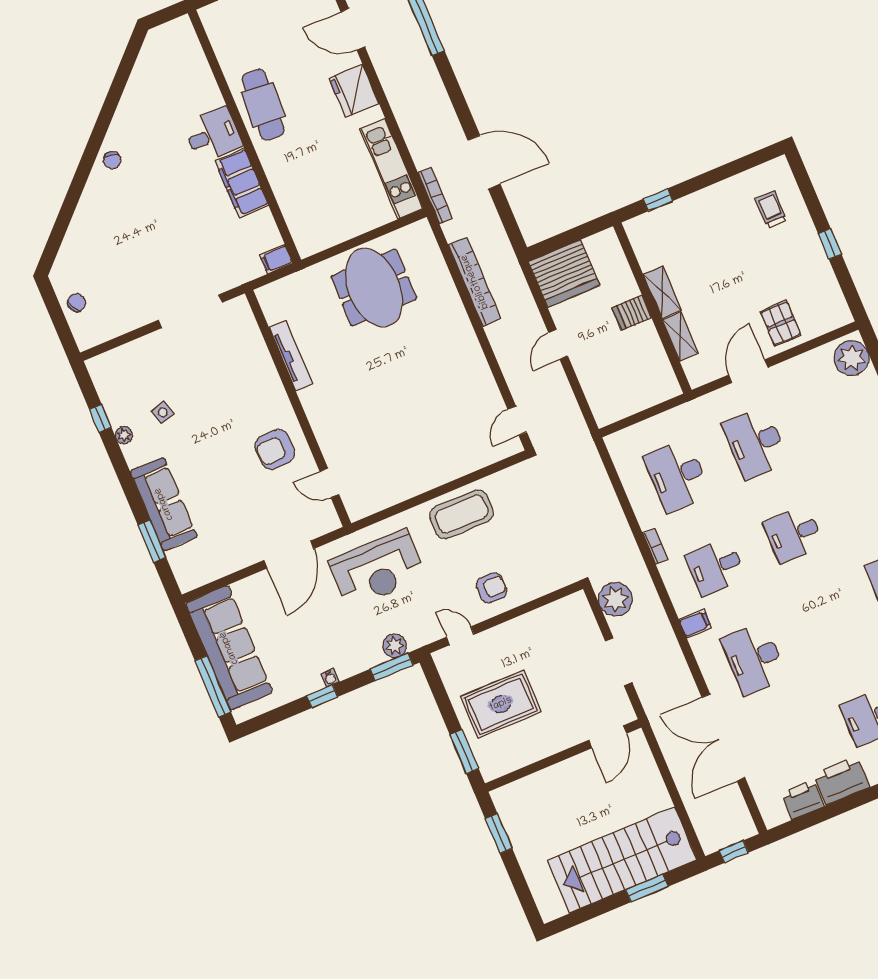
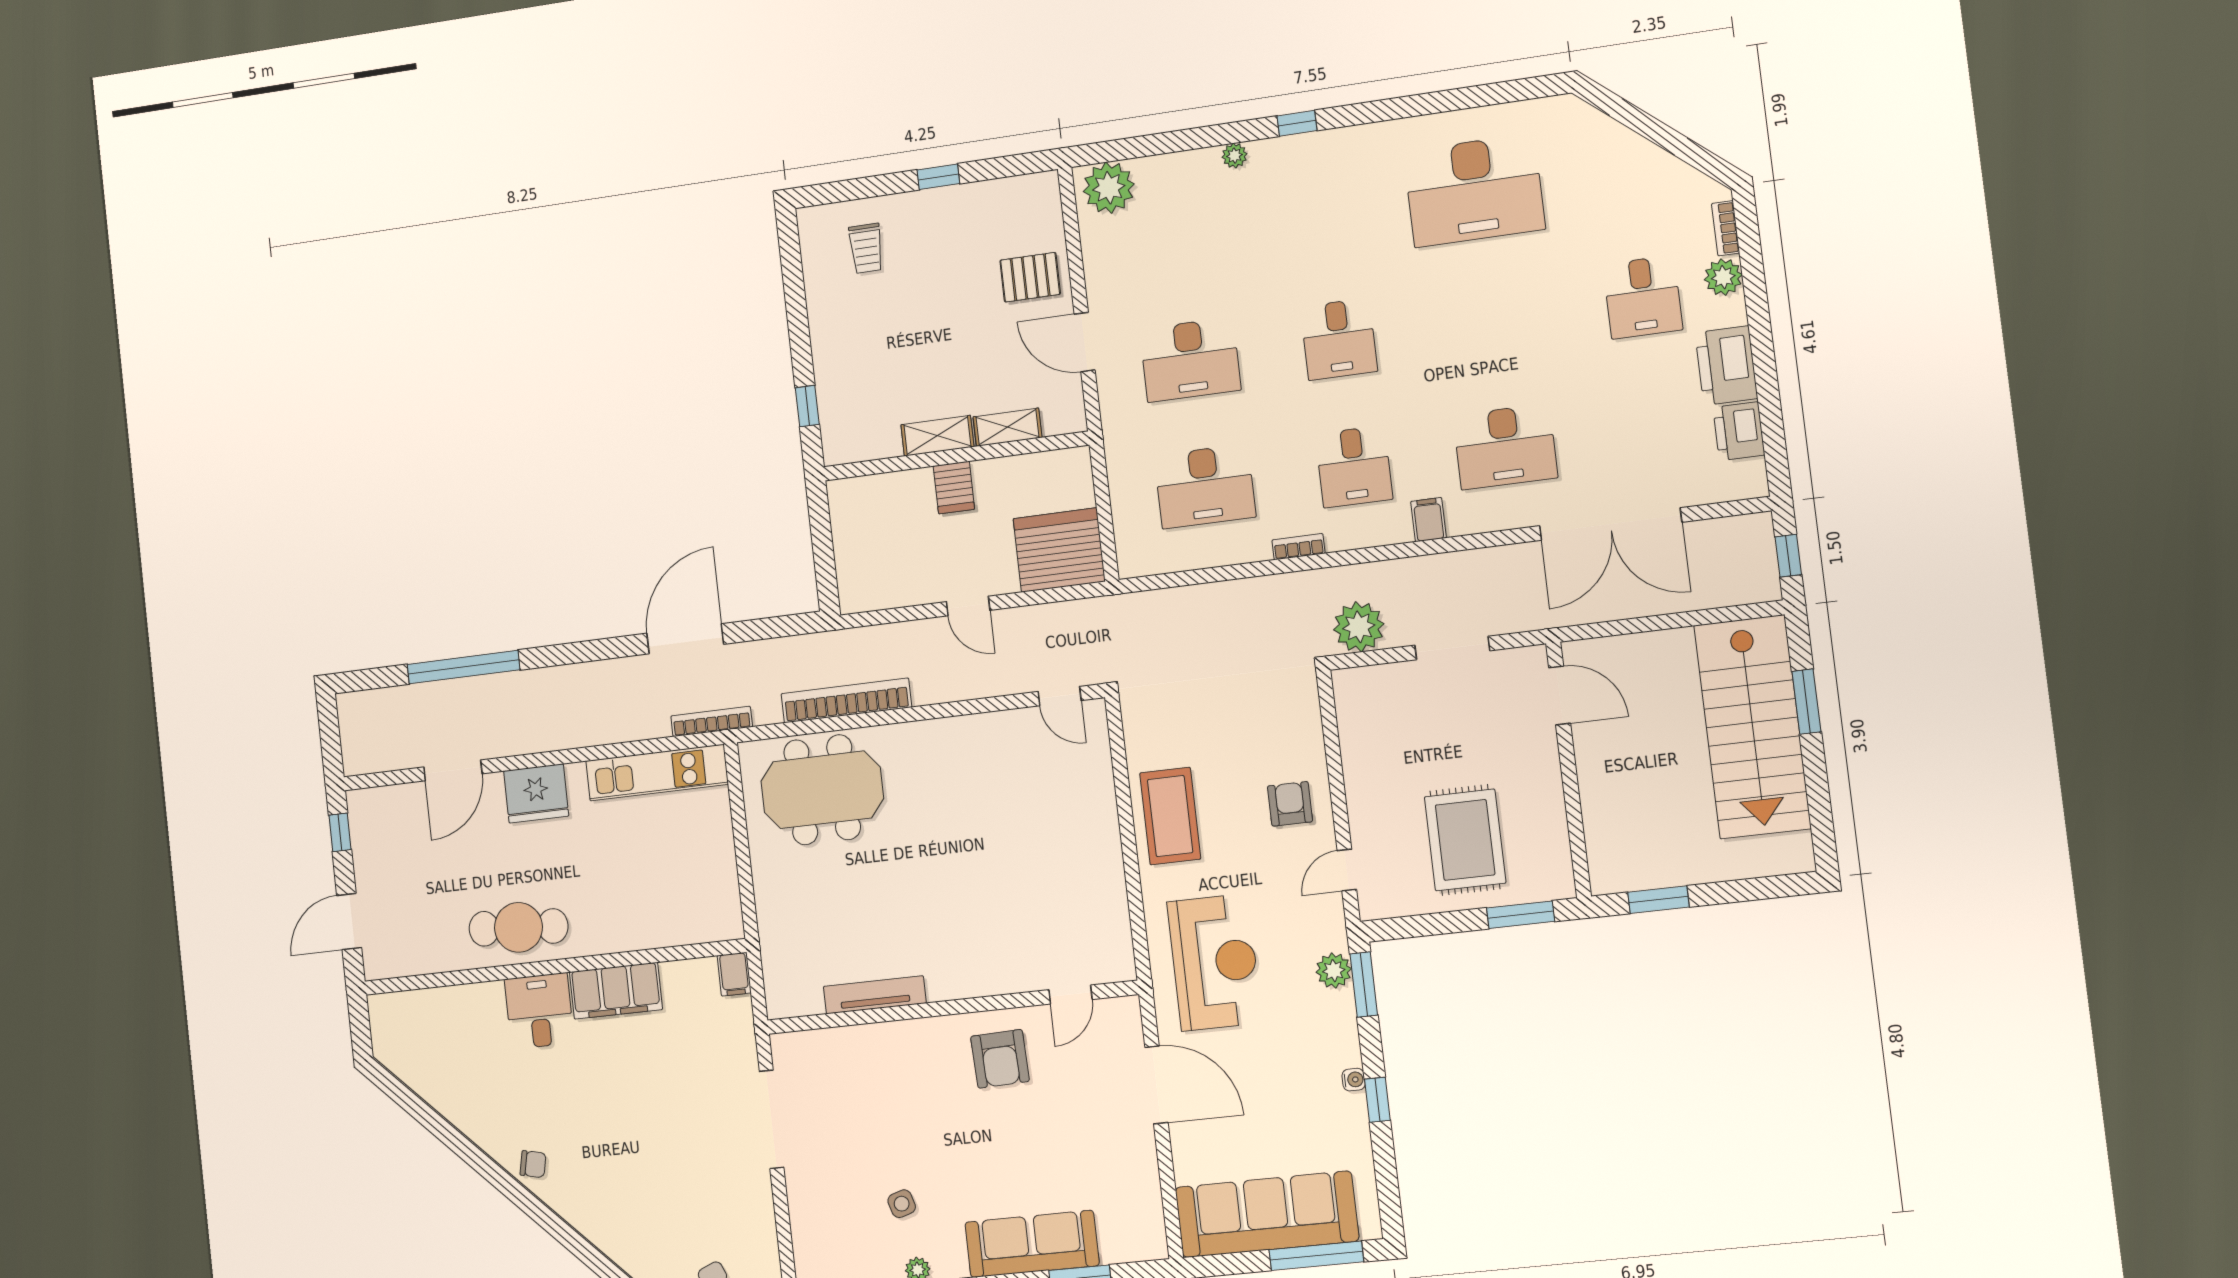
trolley: (771, 209) -> (866, 248), turned -90
server rack: (564, 274) -> (1059, 550), moved, turned -90
meeting table: (374, 288) -> (822, 790), moved

